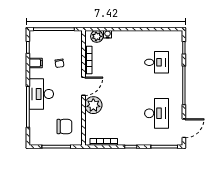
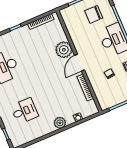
plant: (97, 36) -> (60, 123), moved
desk: (157, 62) -> (24, 111), turned 180
chair: (64, 127) -> (94, 14), moved

